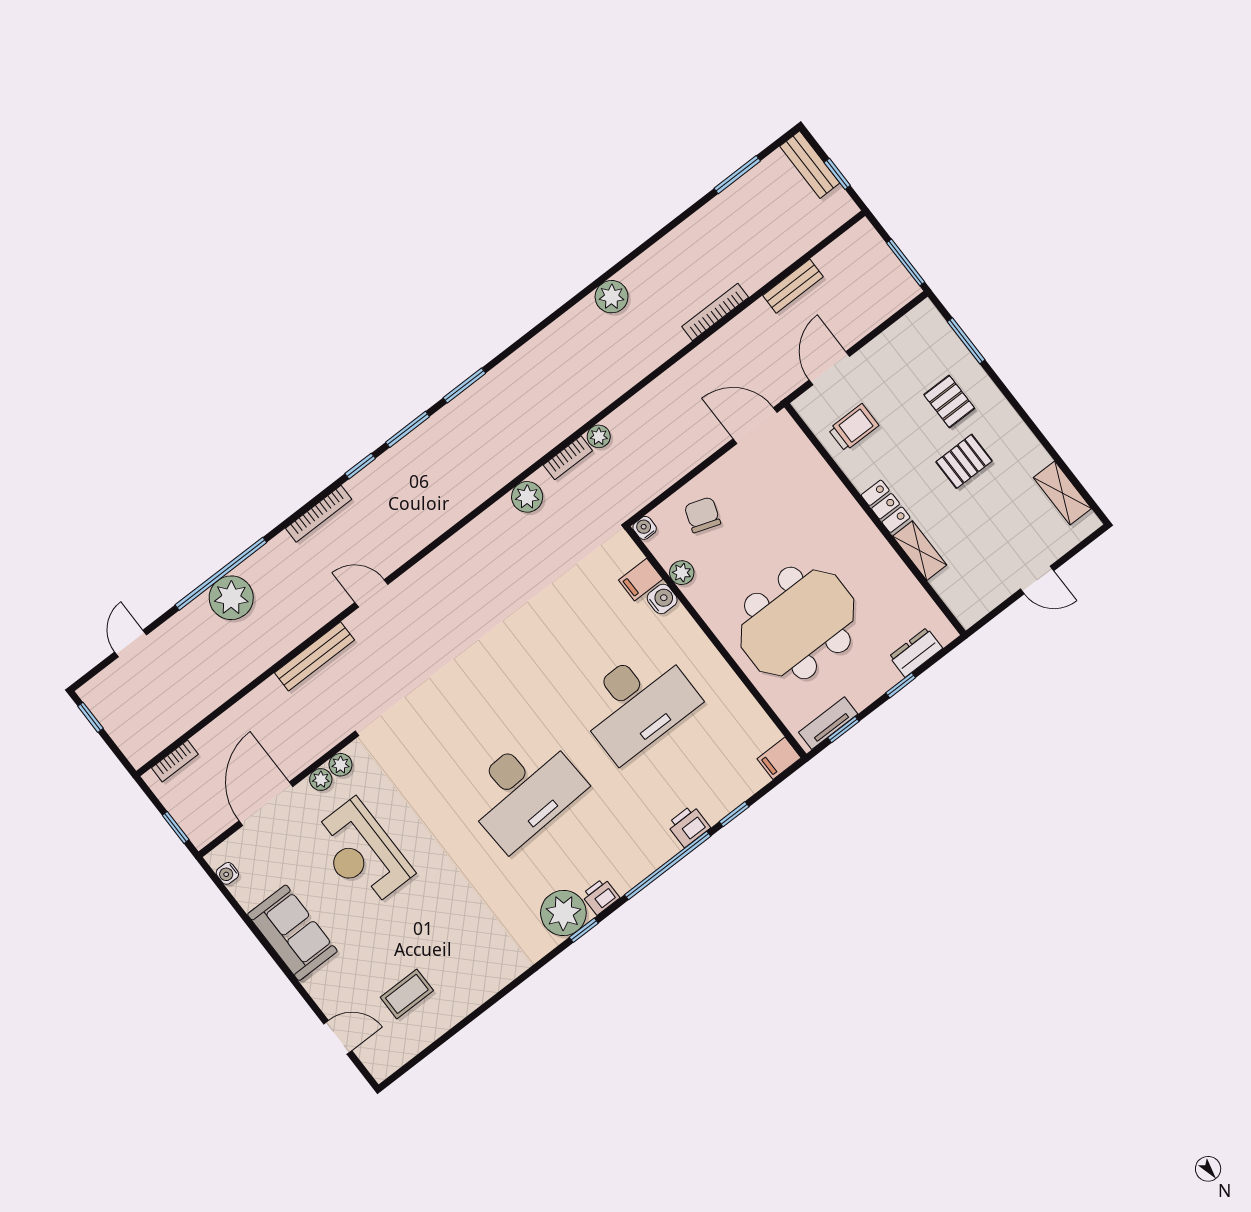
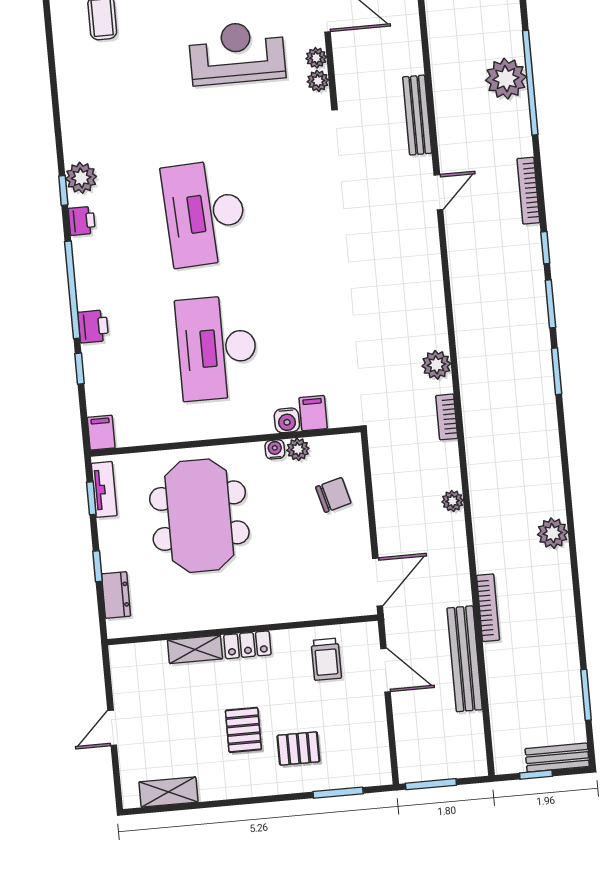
bench: (793, 286) -> (465, 659), width x1.86, depth x1.21
plant: (599, 436) -> (453, 501), moved
chair: (702, 515) -> (333, 495), turned -34
water cooler: (645, 528) -> (275, 449), moved, turned -90
plant: (563, 913) -> (81, 178), width x0.73, depth x0.73

